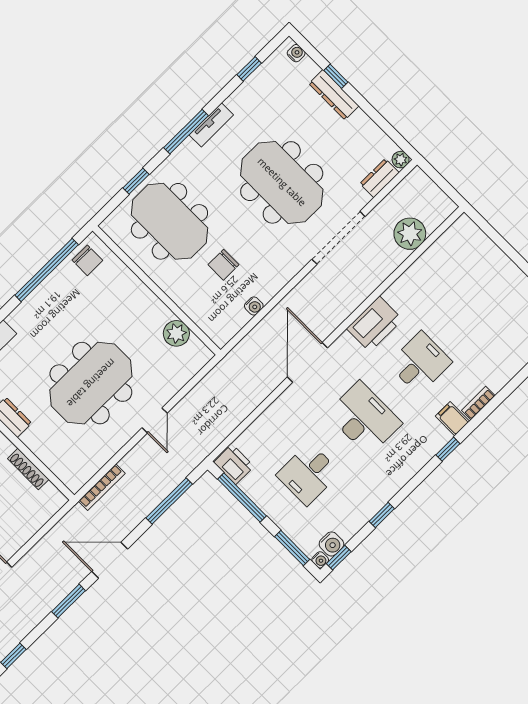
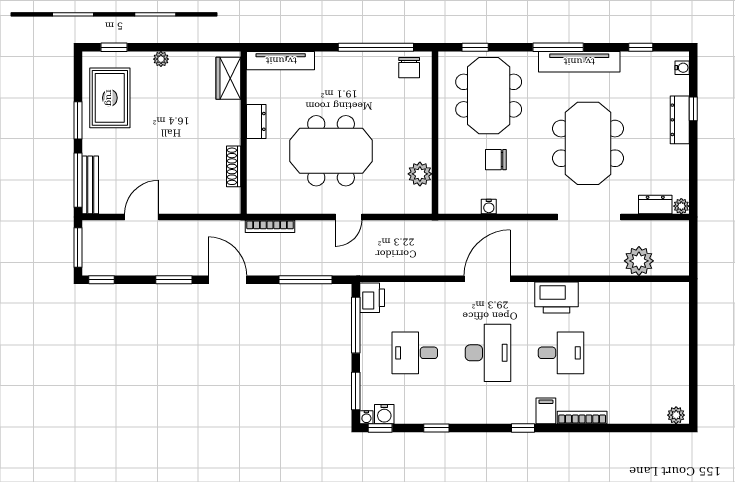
tv unit: (211, 125) -> (579, 62), width x1.92, depth x1.29
window: (136, 181) -> (475, 47), moved
bookcase: (478, 403) -> (582, 417), width x1.56

